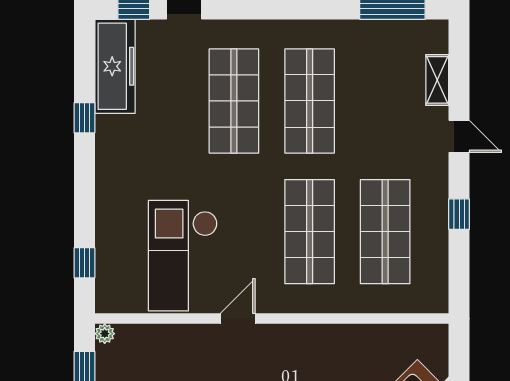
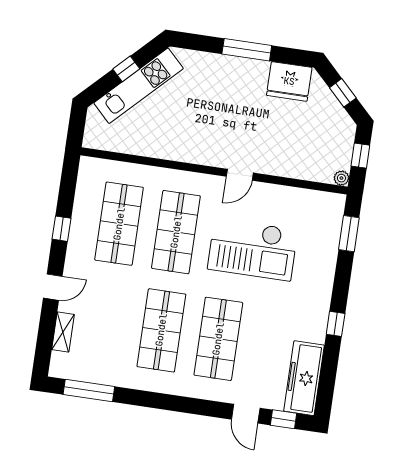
window: (84, 118) -> (336, 324), moved
door: (459, 136) -> (53, 287), swing flipped
checkout: (183, 256) -> (253, 249), moved, turned 90
window: (84, 263) -> (349, 234), width x1.50

